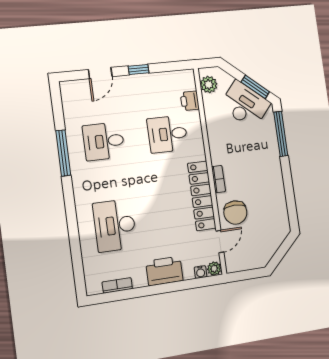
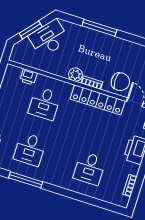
plant: (209, 84) -> (75, 75), moved
window: (255, 87) -> (31, 30), moved
window: (281, 134) -> (99, 28), moved
desk: (115, 225) -> (90, 168), width x0.73

